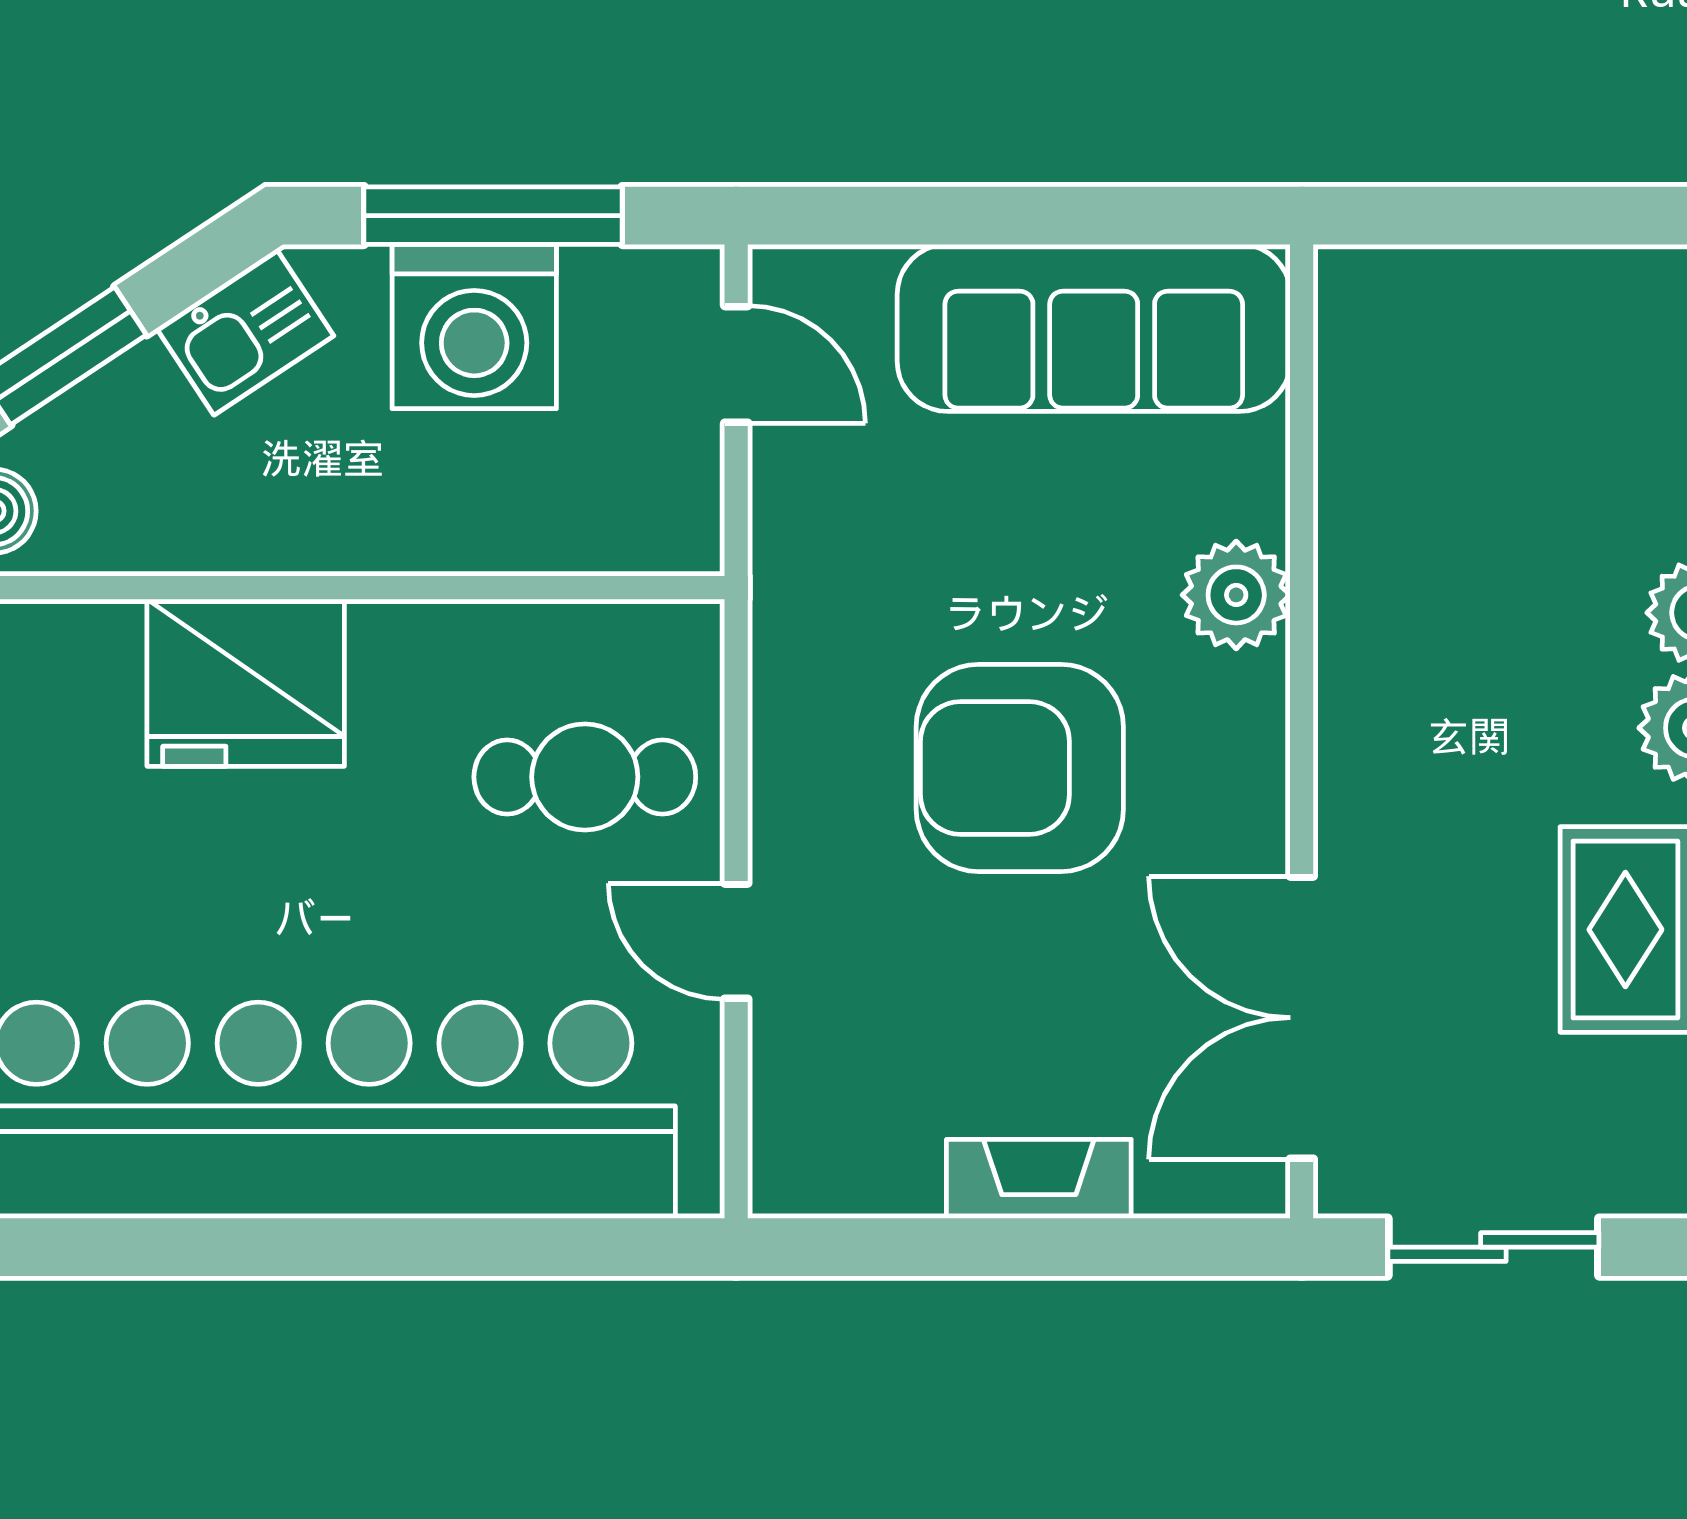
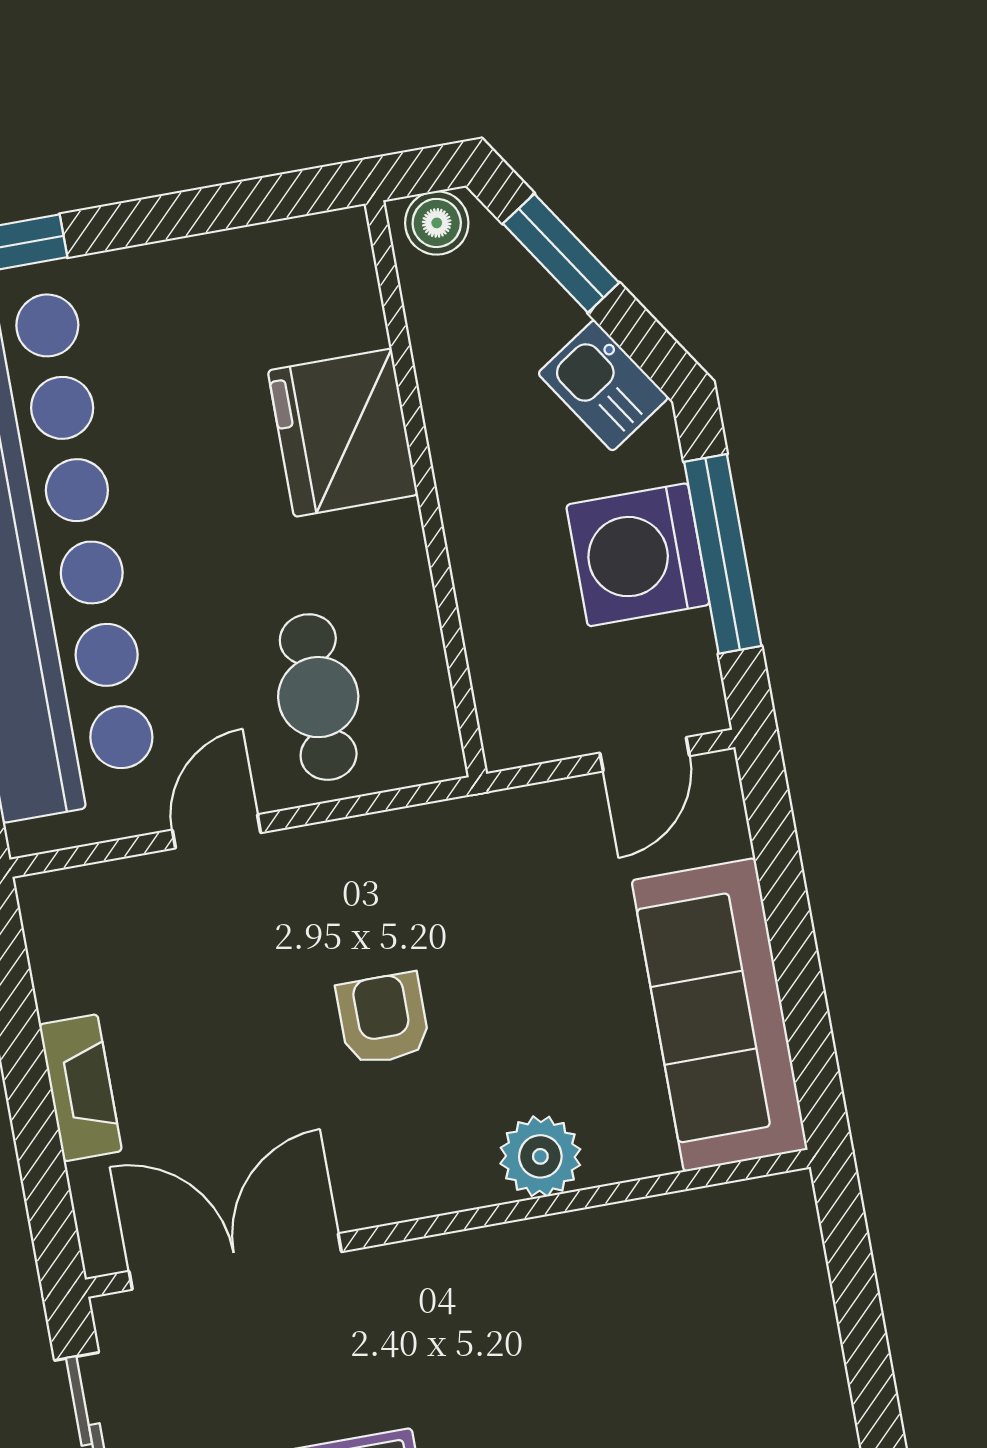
armchair: (1020, 768) -> (383, 1019), width x0.53, depth x0.53

